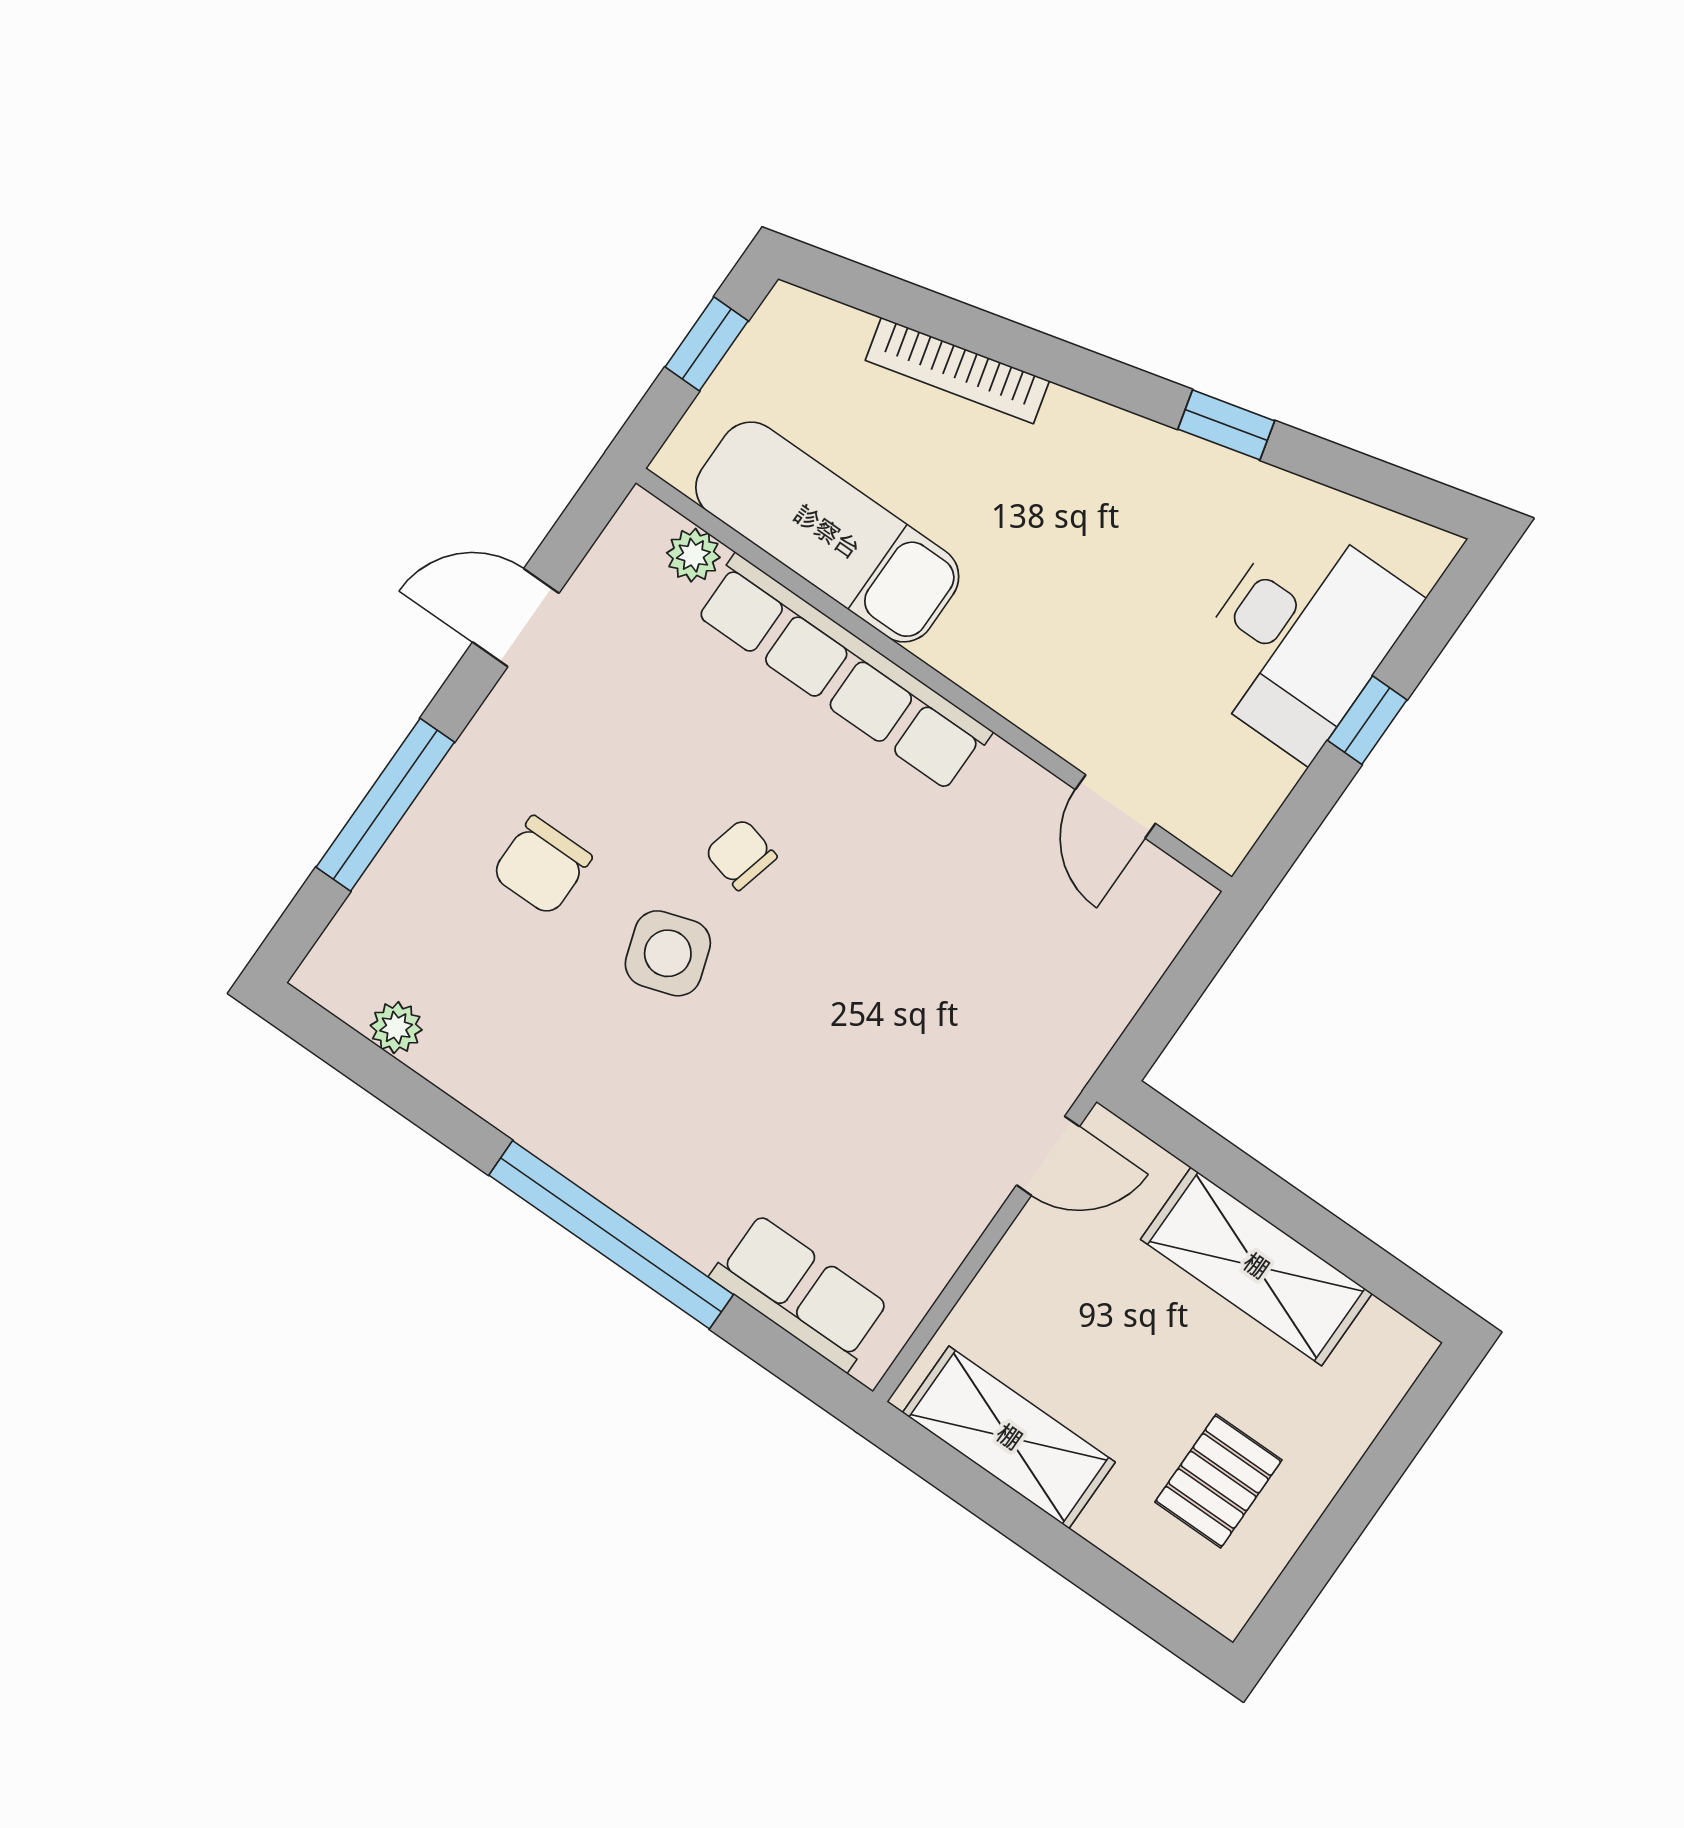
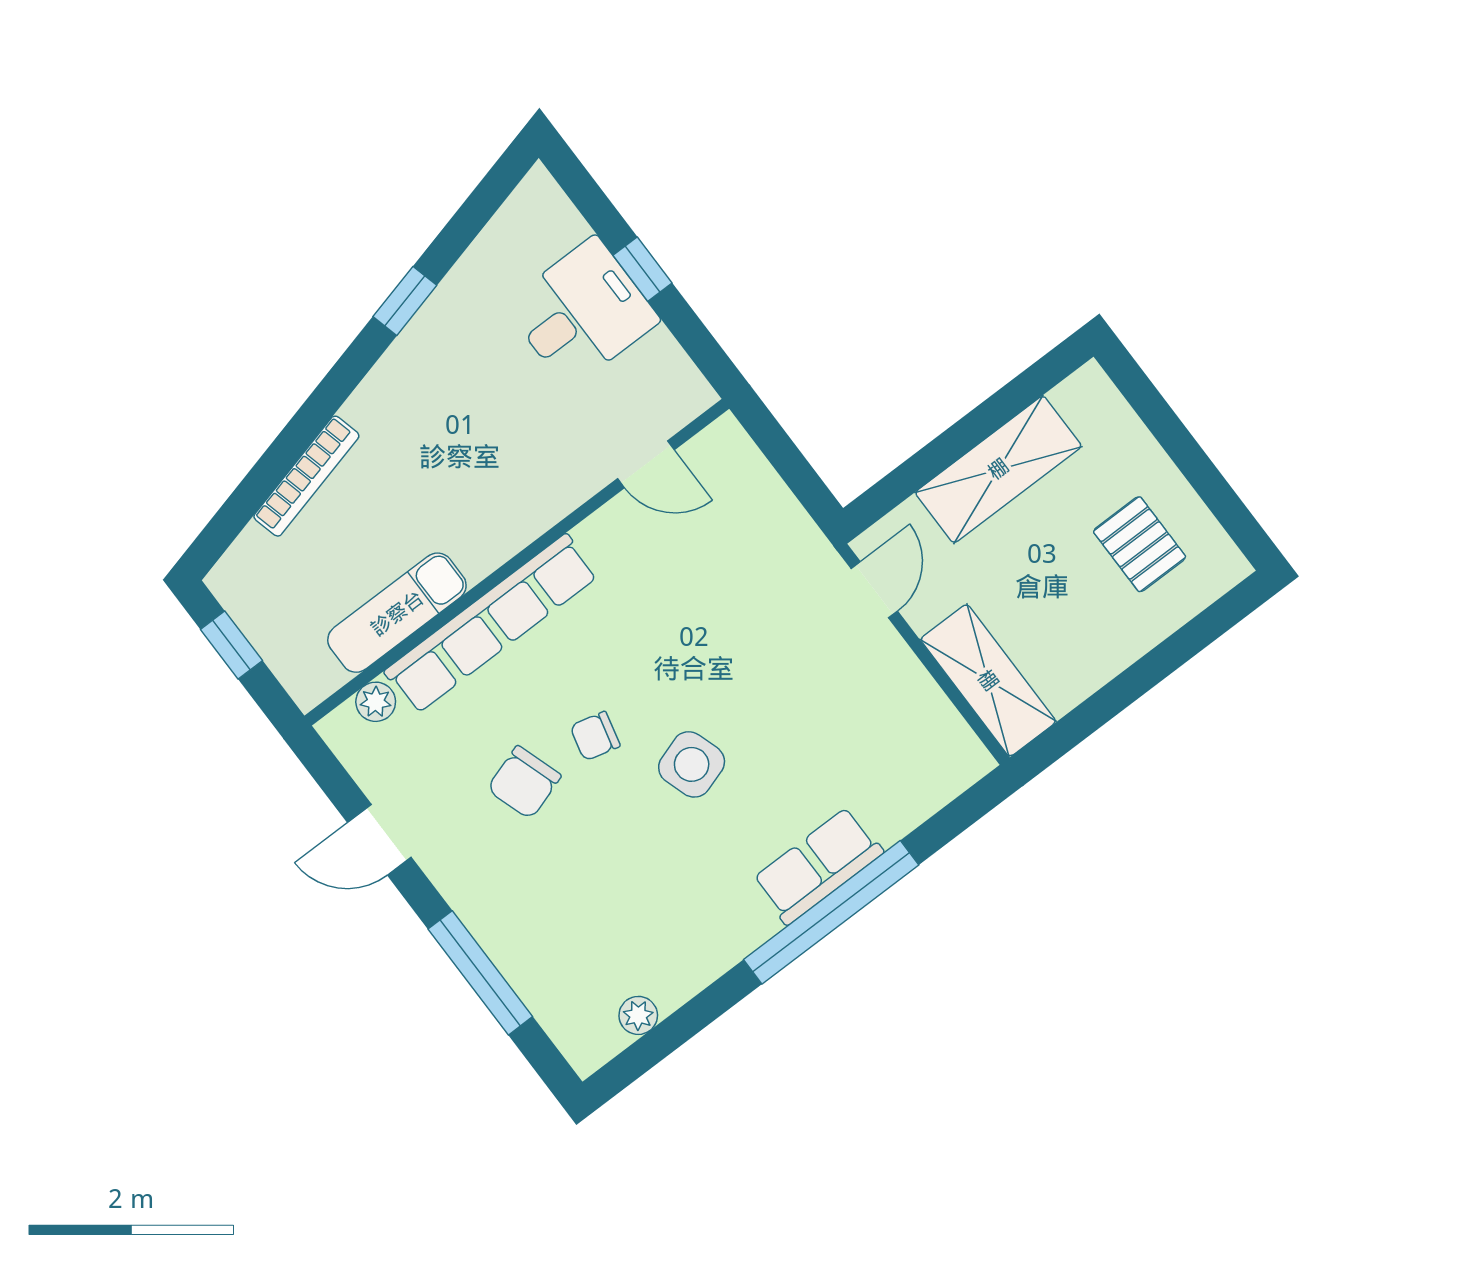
exam couch: (827, 532) -> (397, 613), width x0.73, depth x0.69
door: (516, 618) -> (379, 840), hinge flipped
desk: (1301, 637) -> (582, 313), width x0.73
chair: (542, 866) -> (524, 782), moved, turned 72
side table: (668, 953) -> (692, 764), moved
row of seats: (801, 1292) -> (818, 866), moved
shelving: (1009, 1437) -> (988, 680), moved, turned 90

